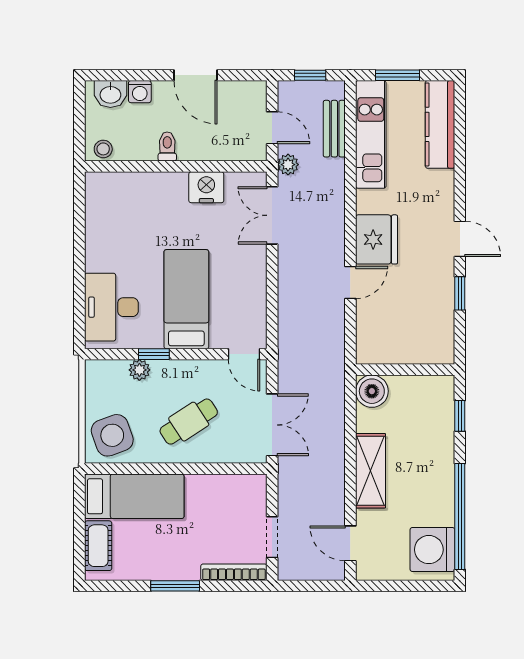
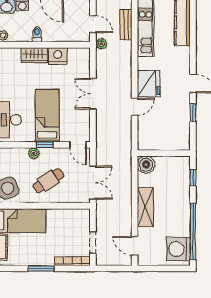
wardrobe: (162, 186) -> (34, 55), added
double door: (272, 215) -> (93, 94), moved
window: (154, 354) -> (45, 145), moved
plant: (139, 370) -> (34, 153), moved

